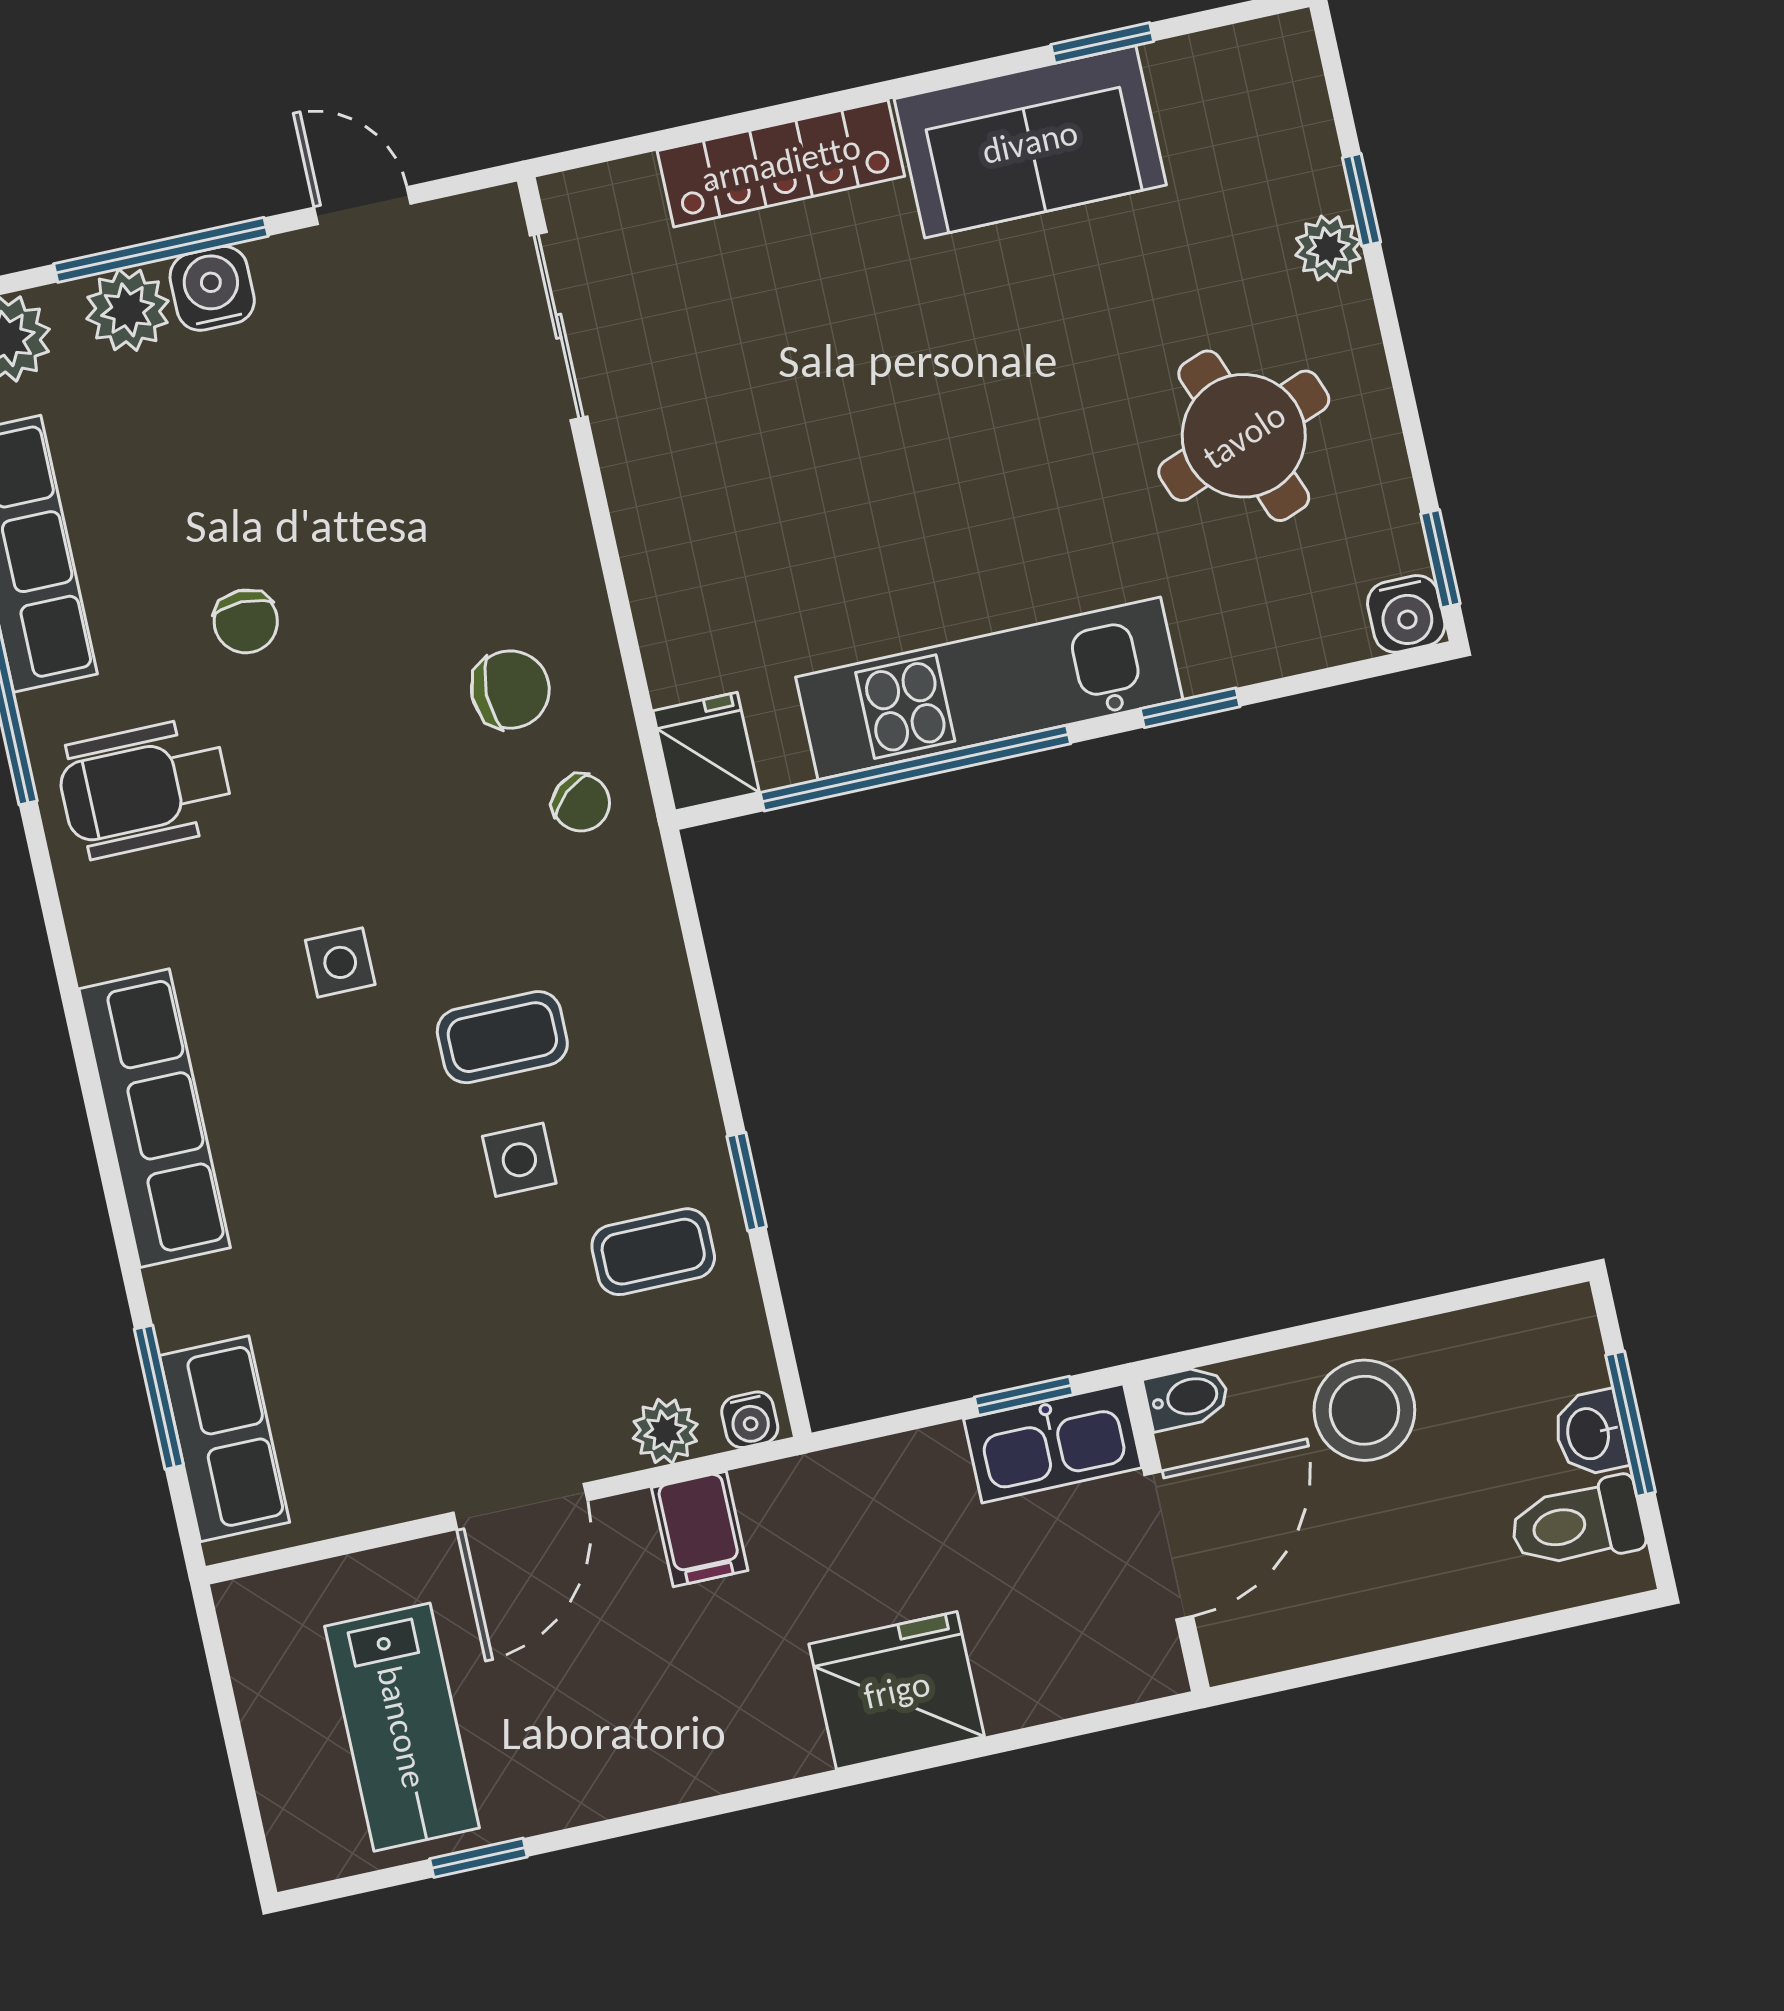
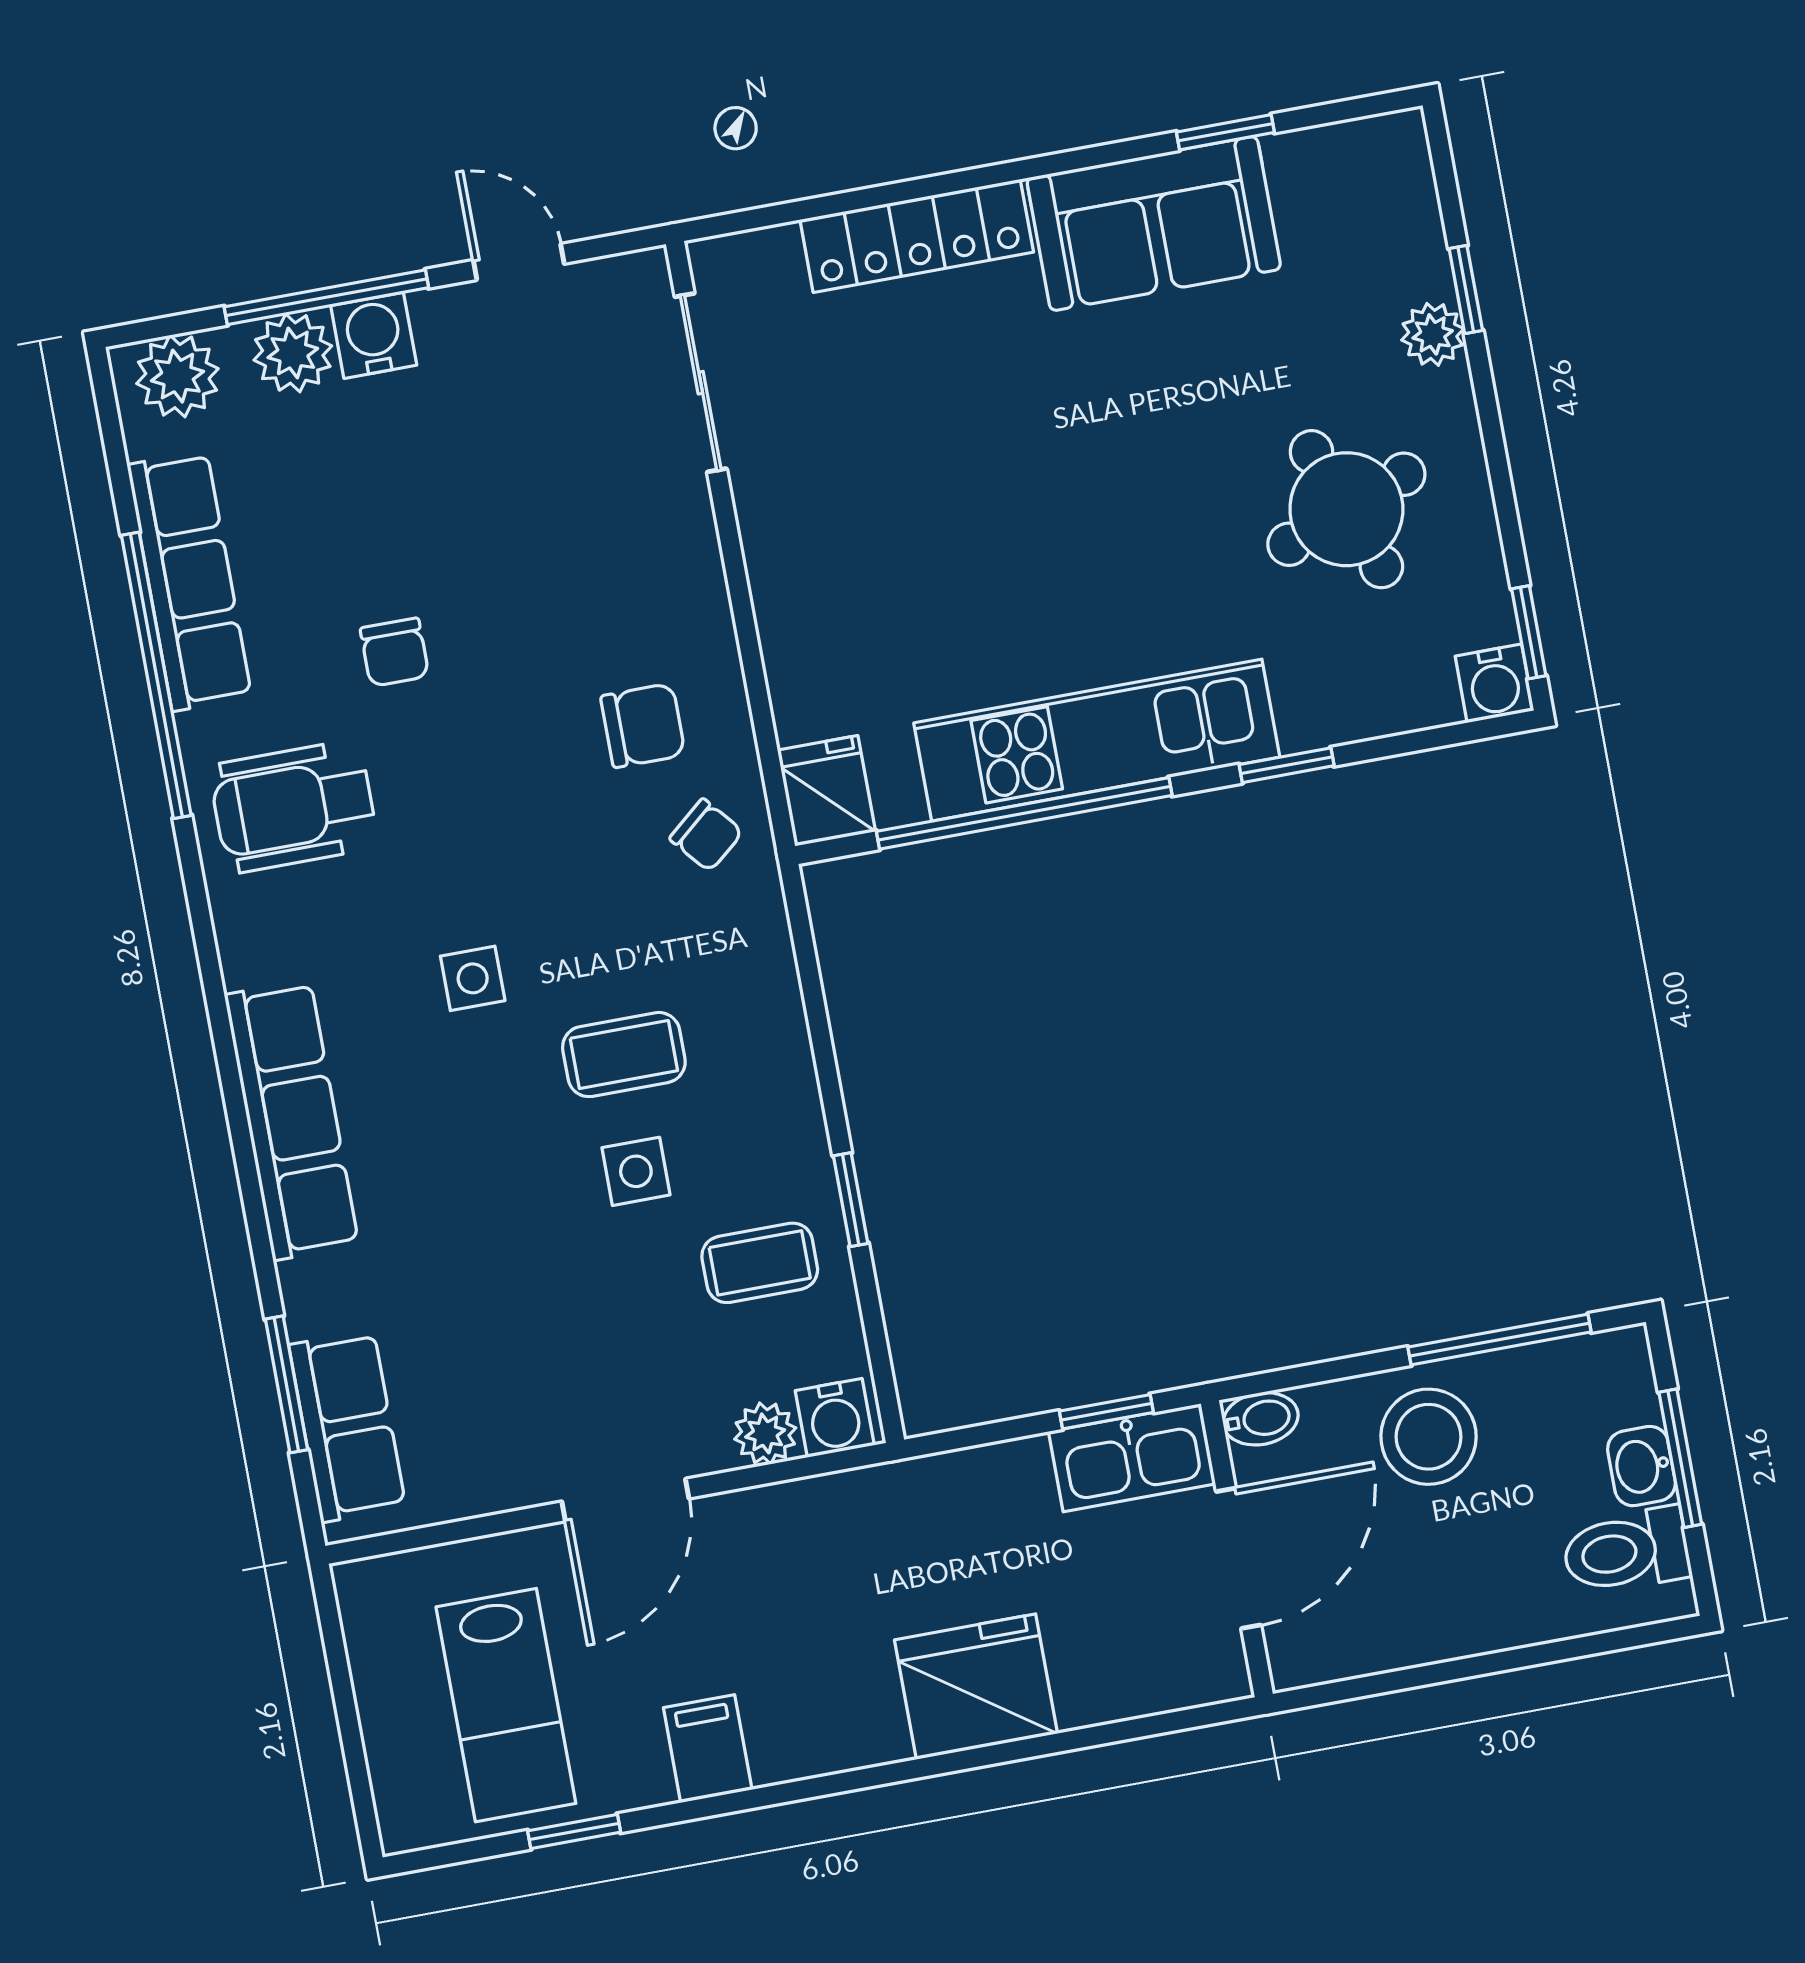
window: (1436, 1305) -> (1499, 1340), added
water cooler: (750, 1420) -> (835, 1418), width x1.38, depth x1.38
filing cabinet: (700, 1529) -> (708, 1749), moved, turned 180

